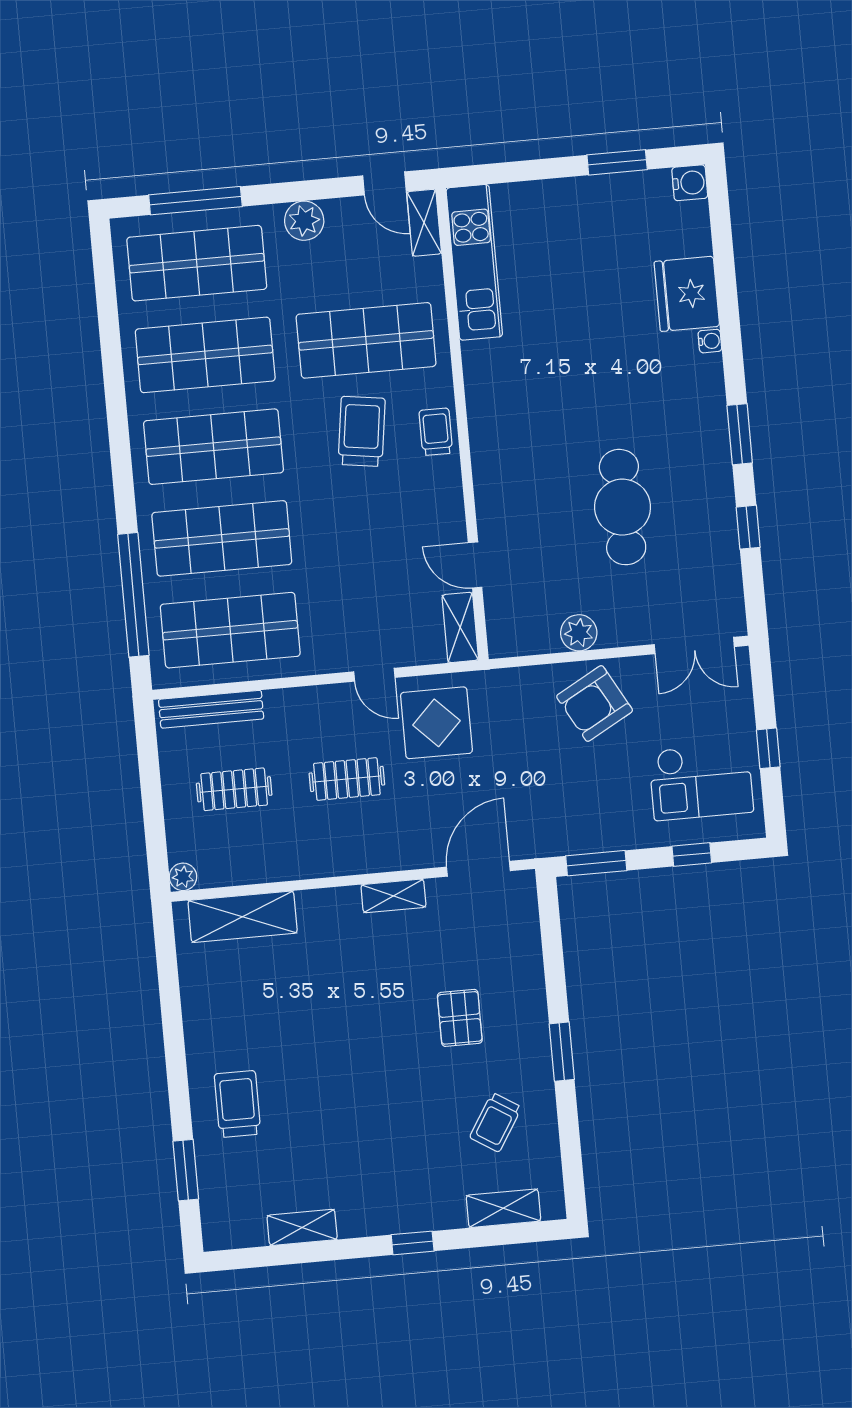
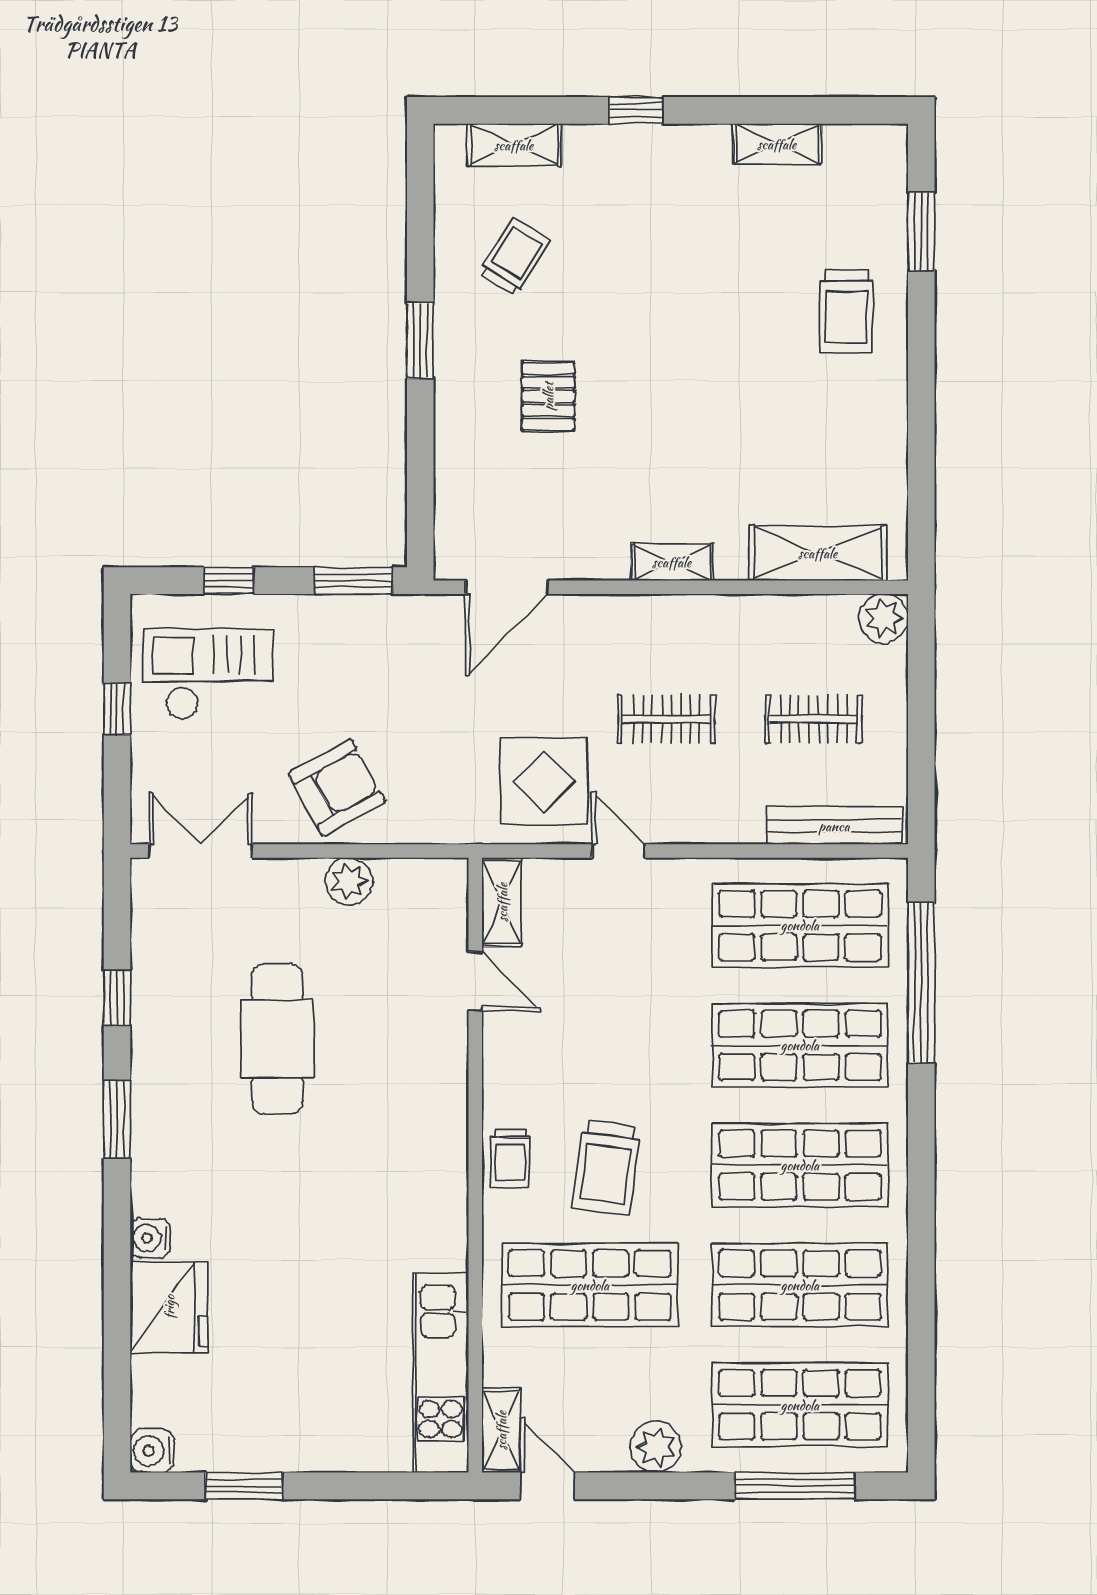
water cooler: (710, 341) -> (150, 1238), width x1.38, depth x1.38
plant: (183, 877) -> (884, 618), width x1.38, depth x1.38
shelving: (393, 896) -> (672, 562), moved

